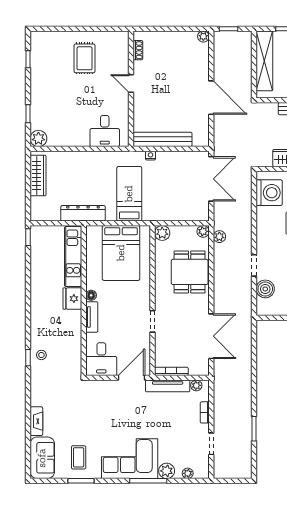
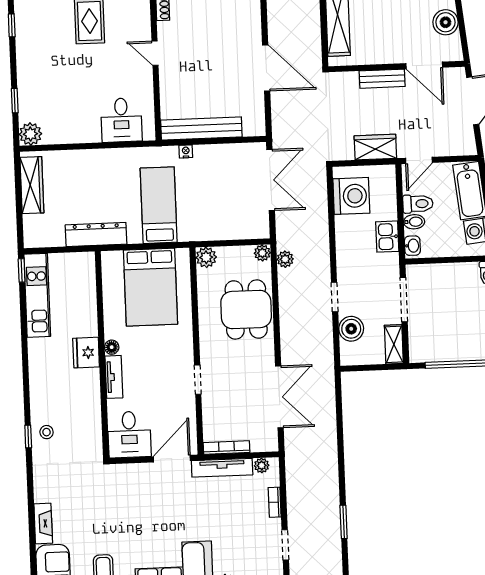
kitchen unit: (73, 256) -> (37, 295), moved, turned 180

